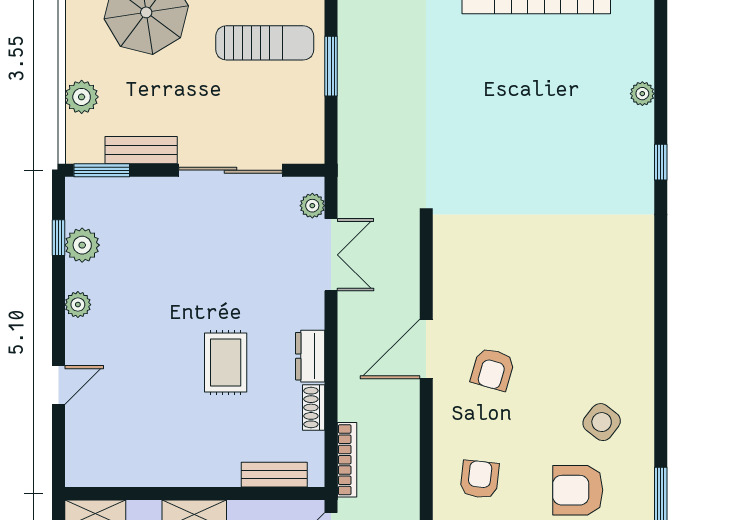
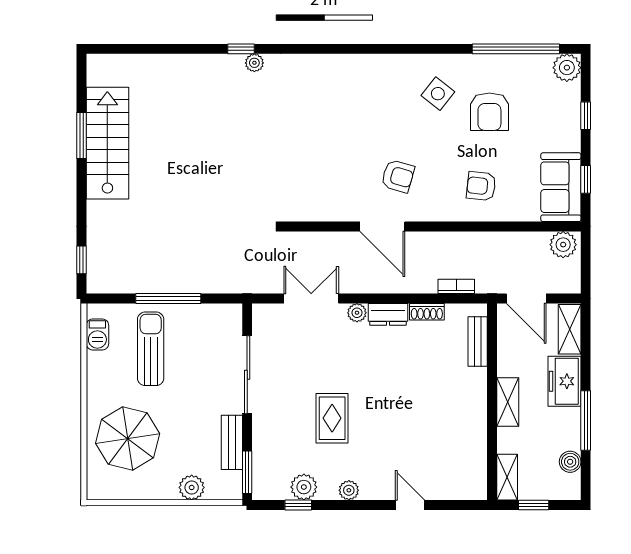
window: (331, 66) -> (168, 298), width x1.44
plant: (642, 94) -> (254, 63), moved
plant: (312, 206) -> (357, 313), moved
rug: (226, 363) -> (332, 418), moved, turned 90
bookcase: (347, 460) -> (456, 286), width x0.64

